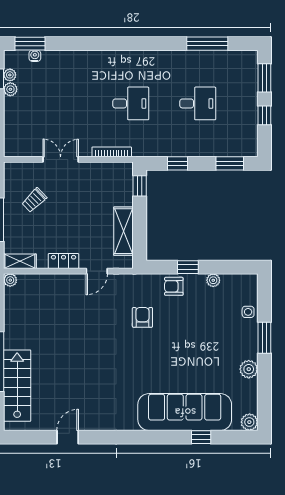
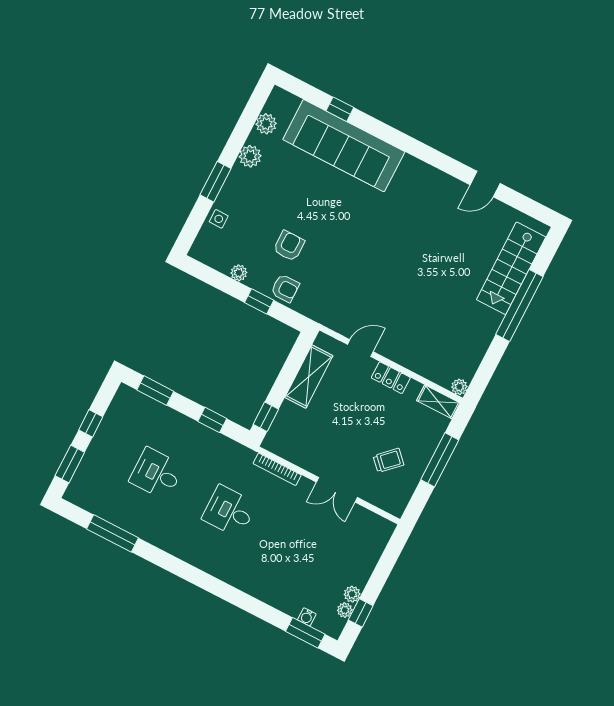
armchair: (142, 317) -> (289, 246), moved, turned 180
plant: (249, 422) -> (266, 124), moved

